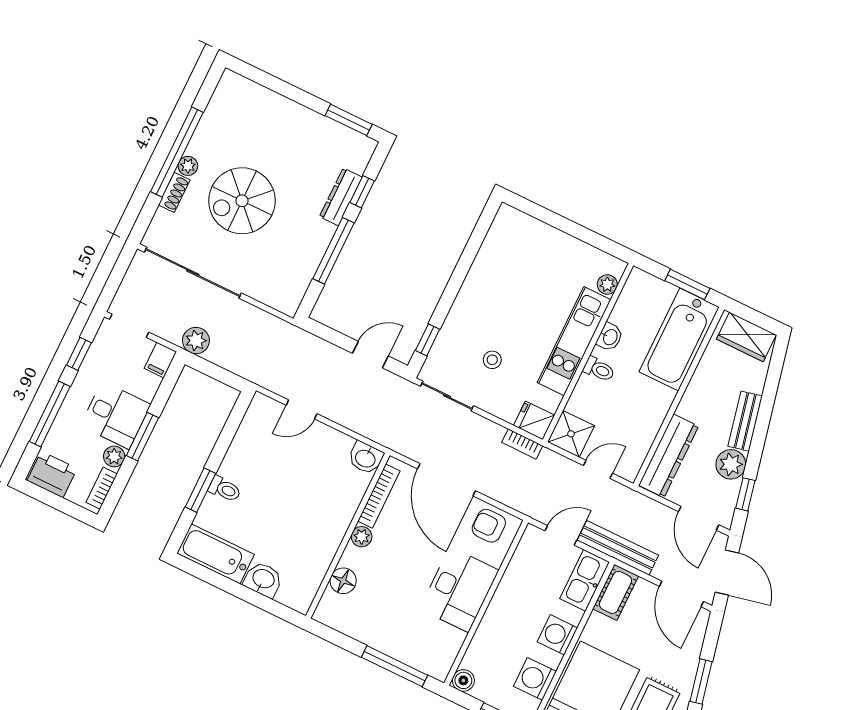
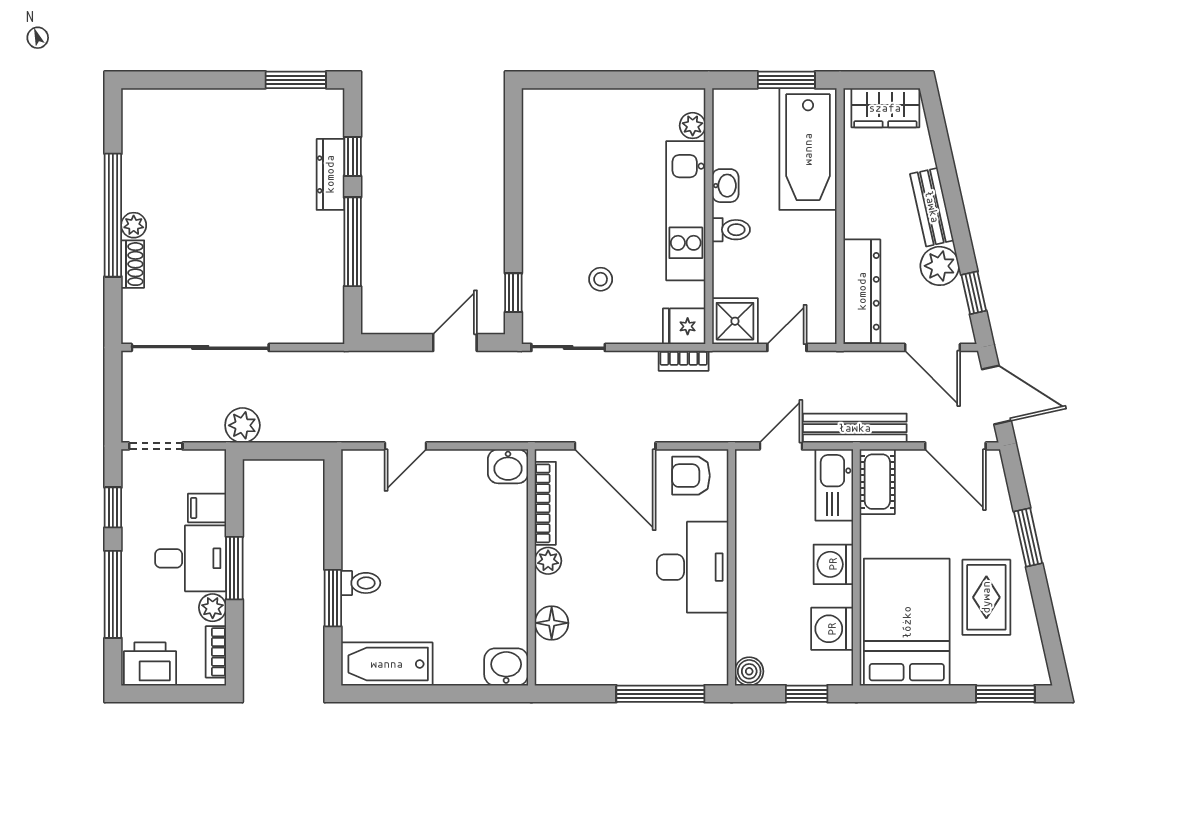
spiral stairs: (242, 201) -> (217, 235), removed
filing cabinet: (160, 360) -> (207, 508), moved, turned 90
washbasin: (263, 579) -> (506, 667), moved

